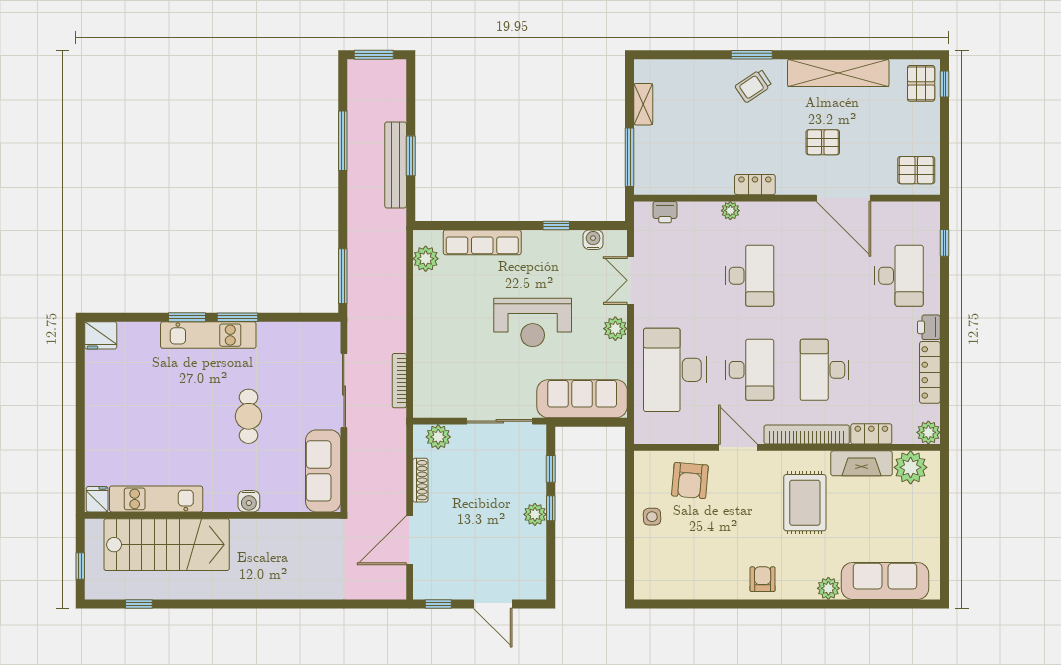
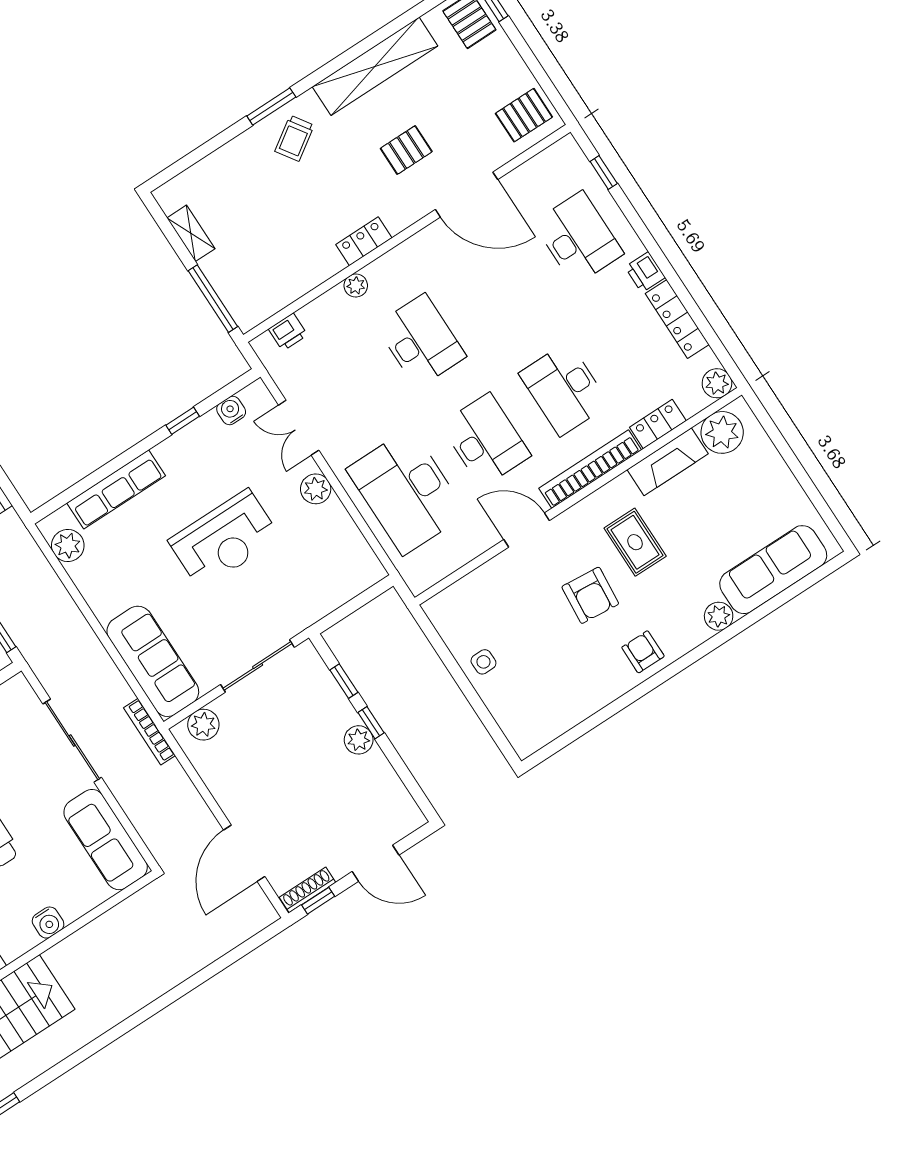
bookcase: (399, 381) -> (149, 732), moved
sofa: (582, 399) -> (153, 661), moved, turned 90
shoe rack: (420, 480) -> (308, 890), moved, turned -90
armchair: (690, 481) -> (590, 595), moved
rug: (805, 503) -> (635, 542), width x0.73, depth x0.70

